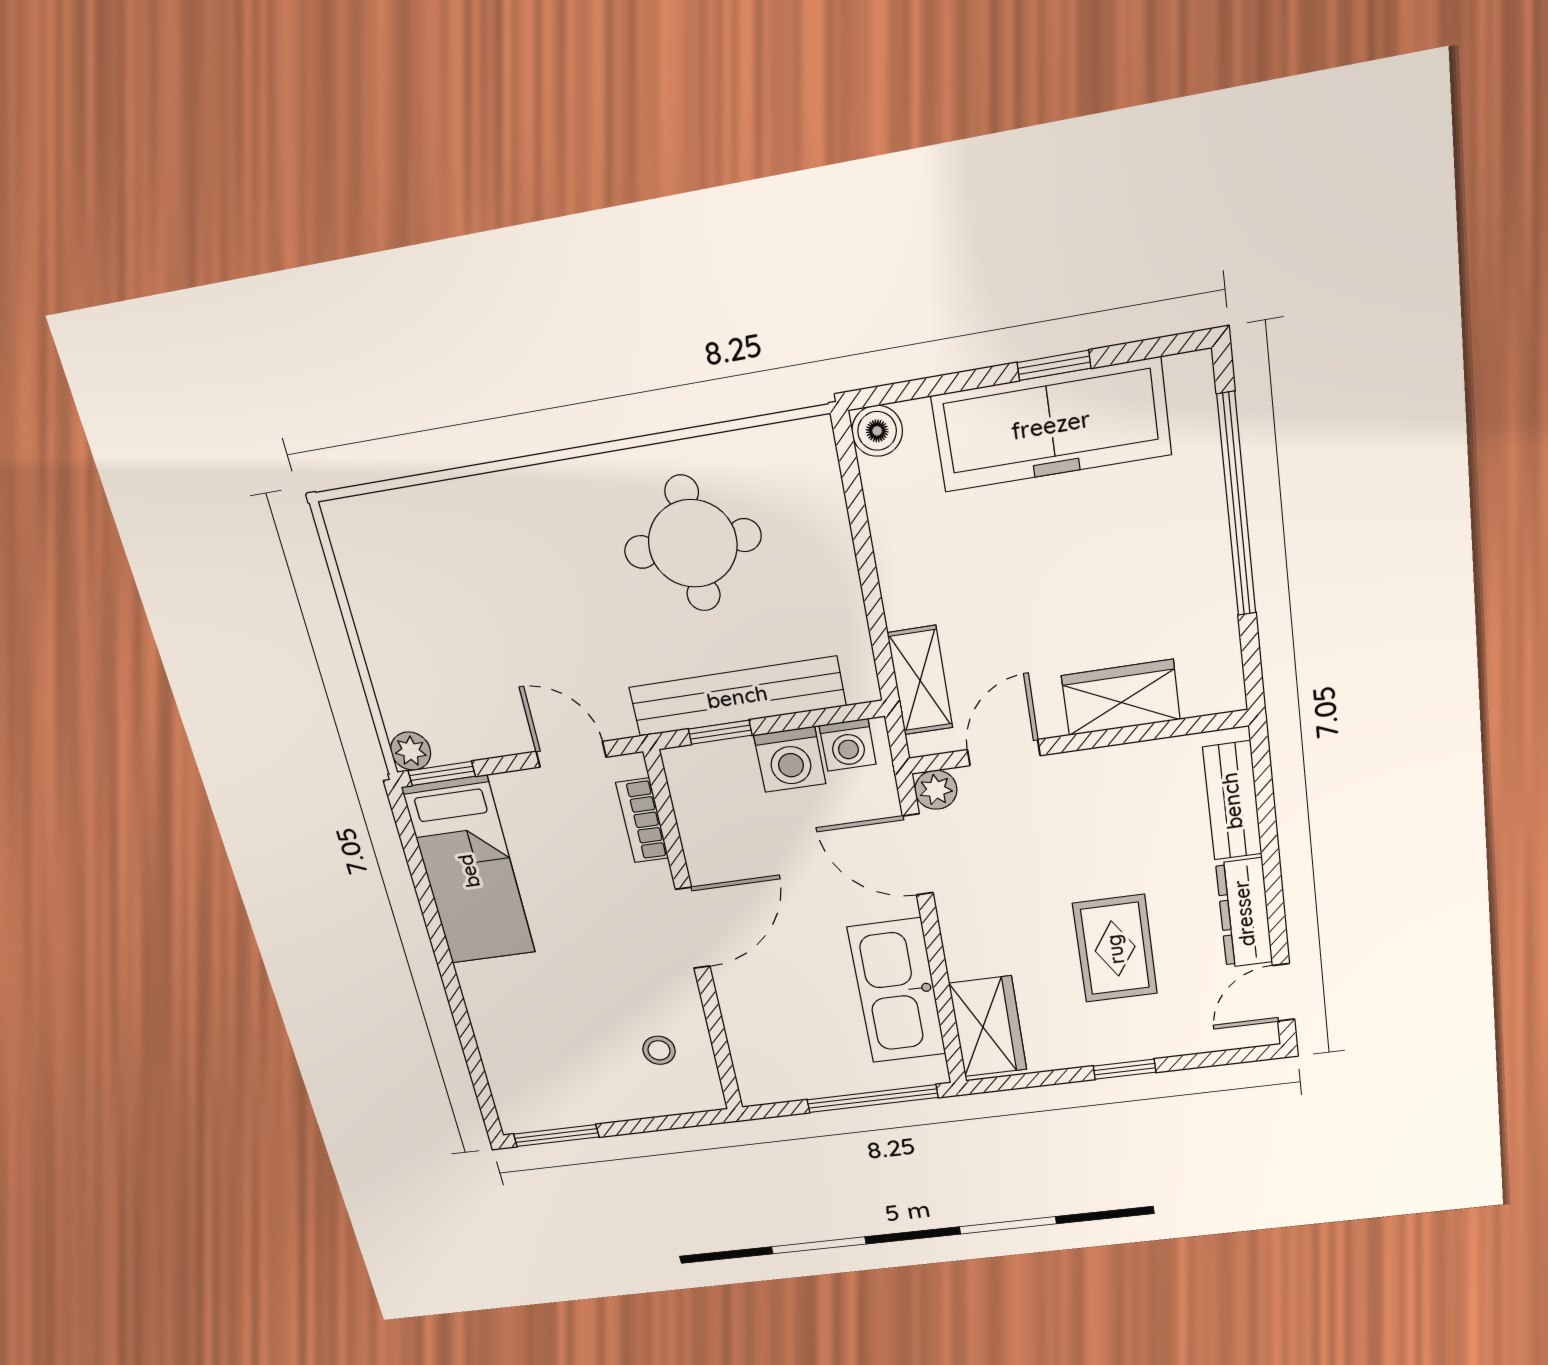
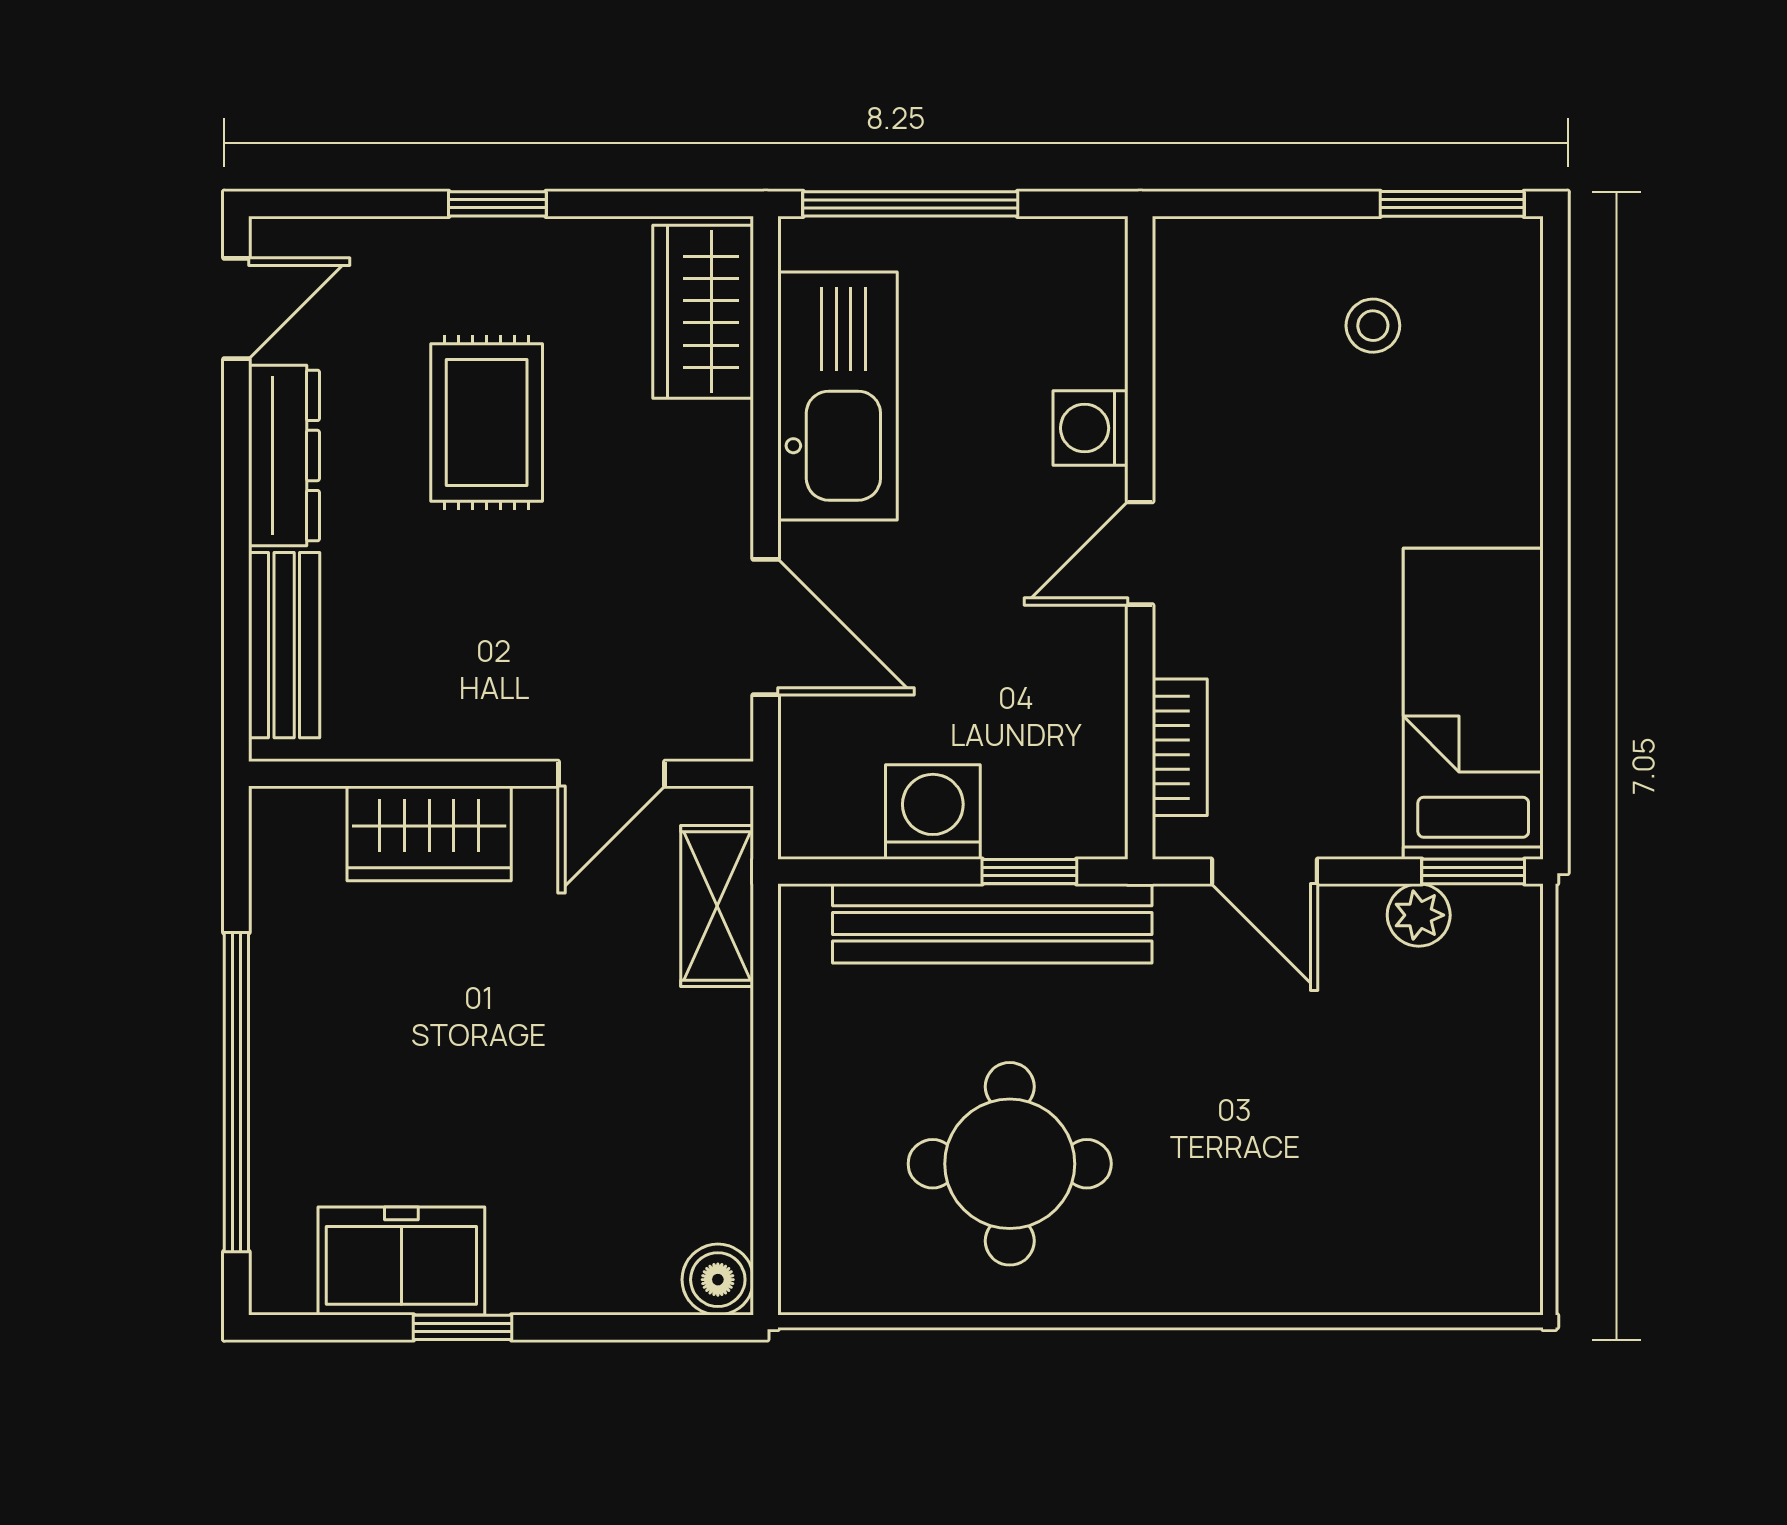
freezer: (1051, 425) -> (401, 1261), width x0.52, depth x0.79
washing machine: (848, 745) -> (1091, 428), moved, turned -90
plant: (411, 751) -> (1419, 915), moved
plant: (936, 790) -> (721, 730), removed
door: (693, 928) -> (1140, 553), width x0.73
stool: (659, 1050) -> (1373, 326), moved

